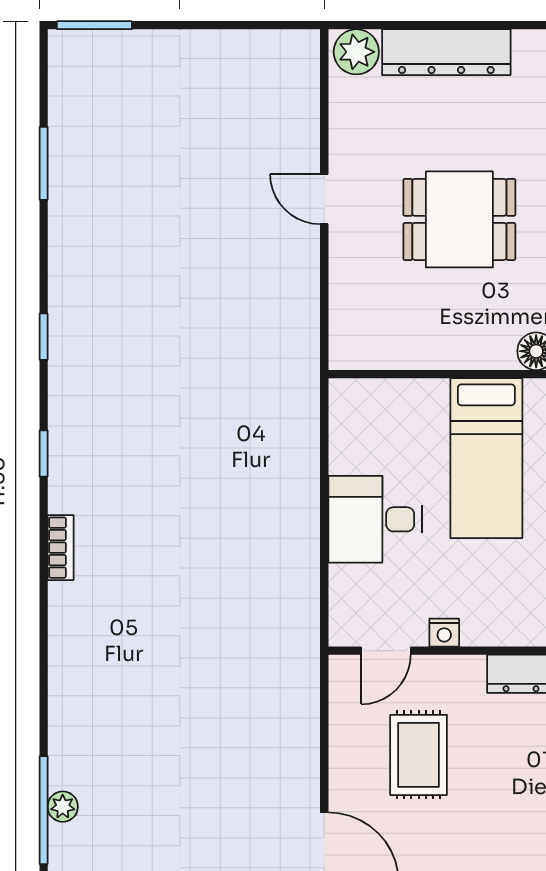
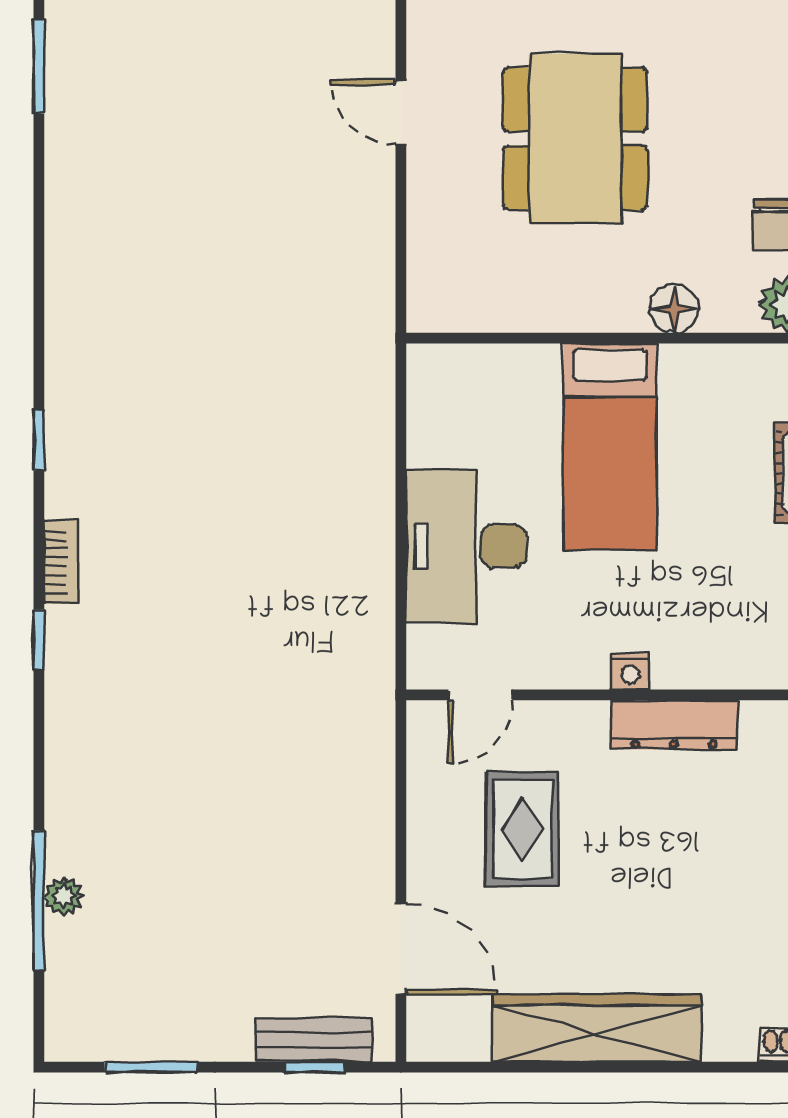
dining table: (459, 219) -> (575, 139), width x1.38
window: (44, 337) -> (39, 640), moved
desk: (375, 519) -> (466, 546), width x1.37
nightstand: (444, 633) -> (630, 672), moved

